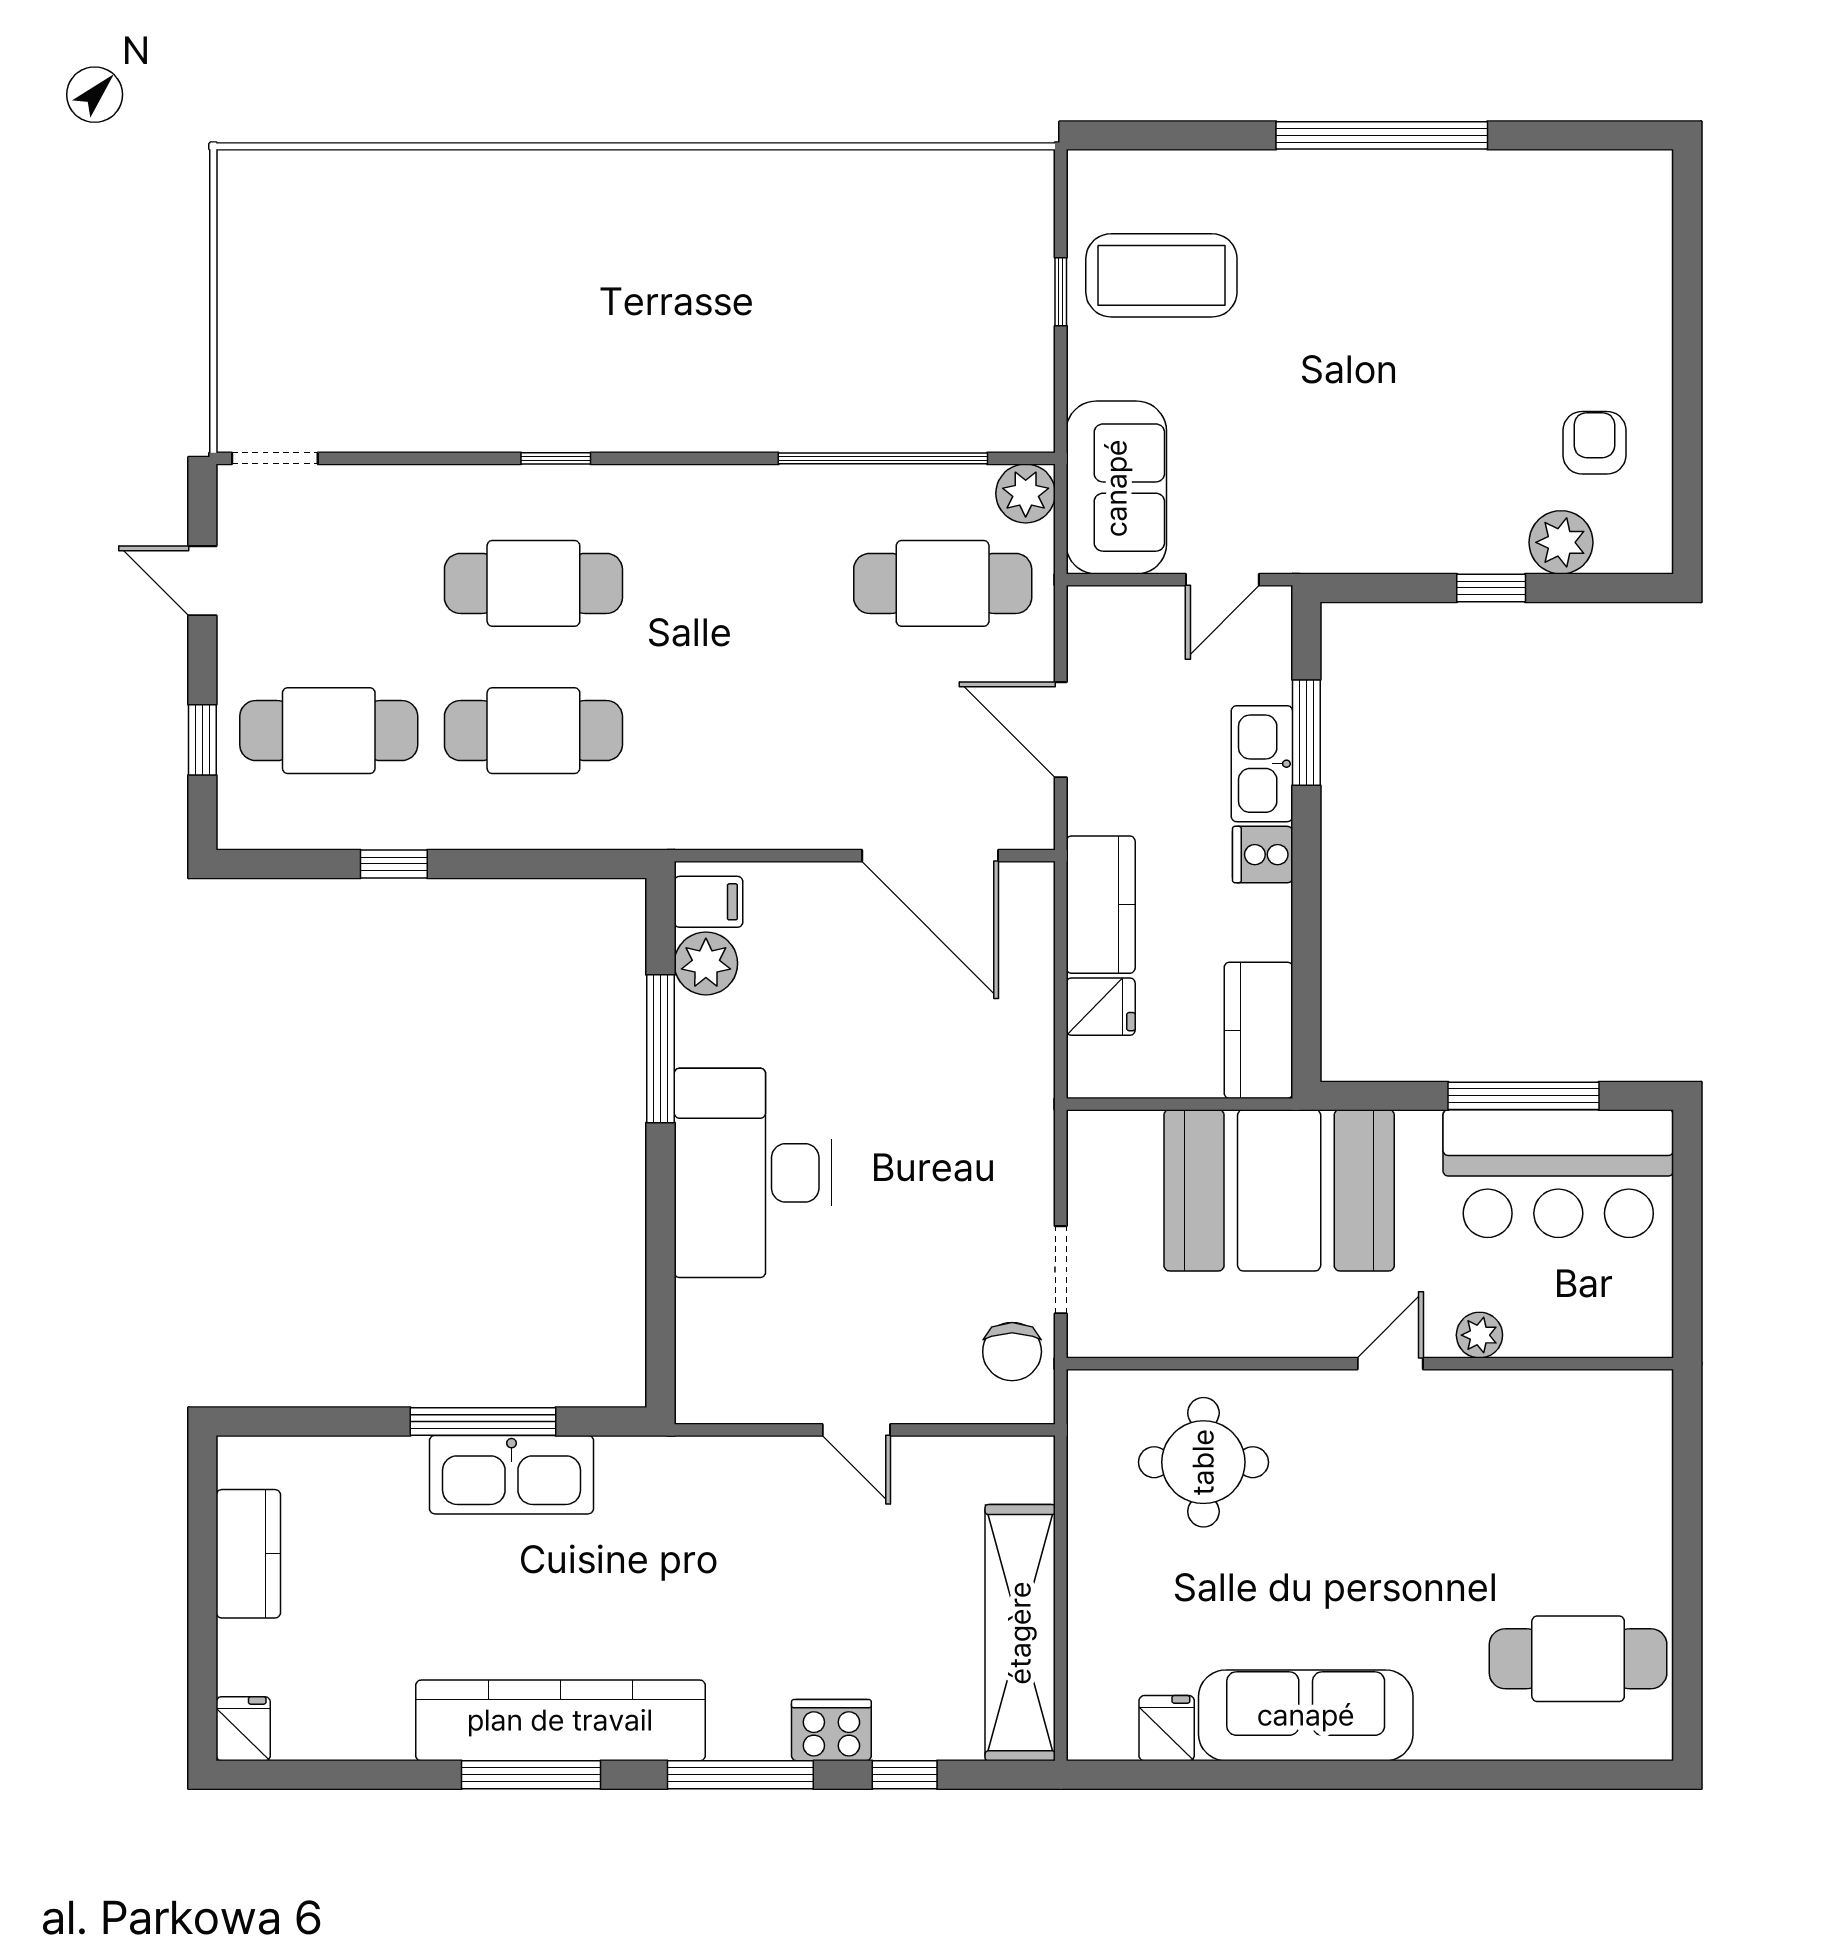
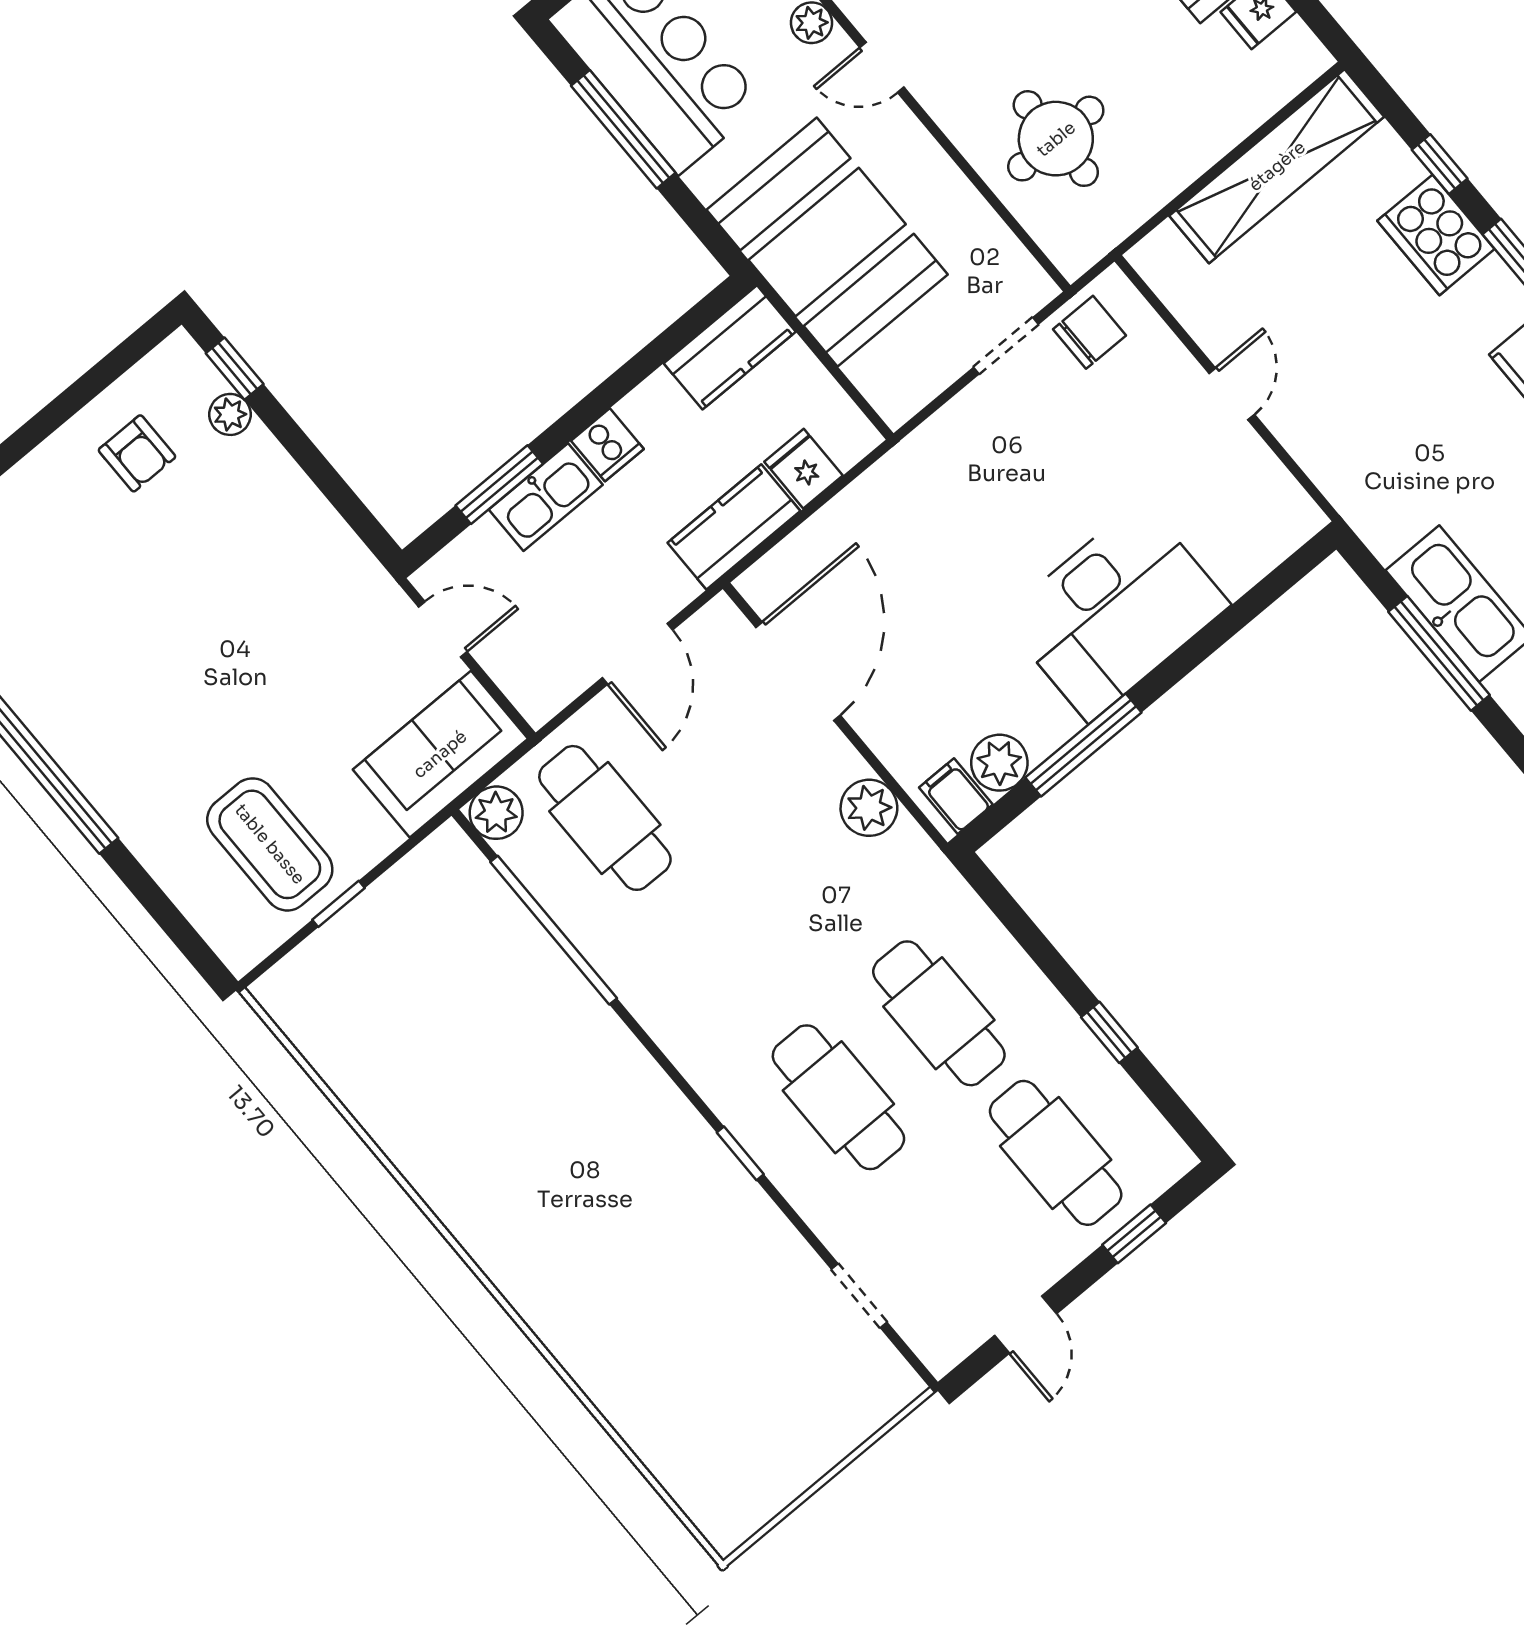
armchair: (1594, 443) -> (137, 453), turned -90
doorway: (275, 458) -> (859, 1296), moved
plant: (1561, 542) -> (230, 414), width x0.73, depth x0.73
window: (1491, 588) -> (235, 369), moved
plant: (761, 818) -> (869, 808), added
cooker: (831, 1730) -> (1436, 235), width x1.37, depth x1.31

